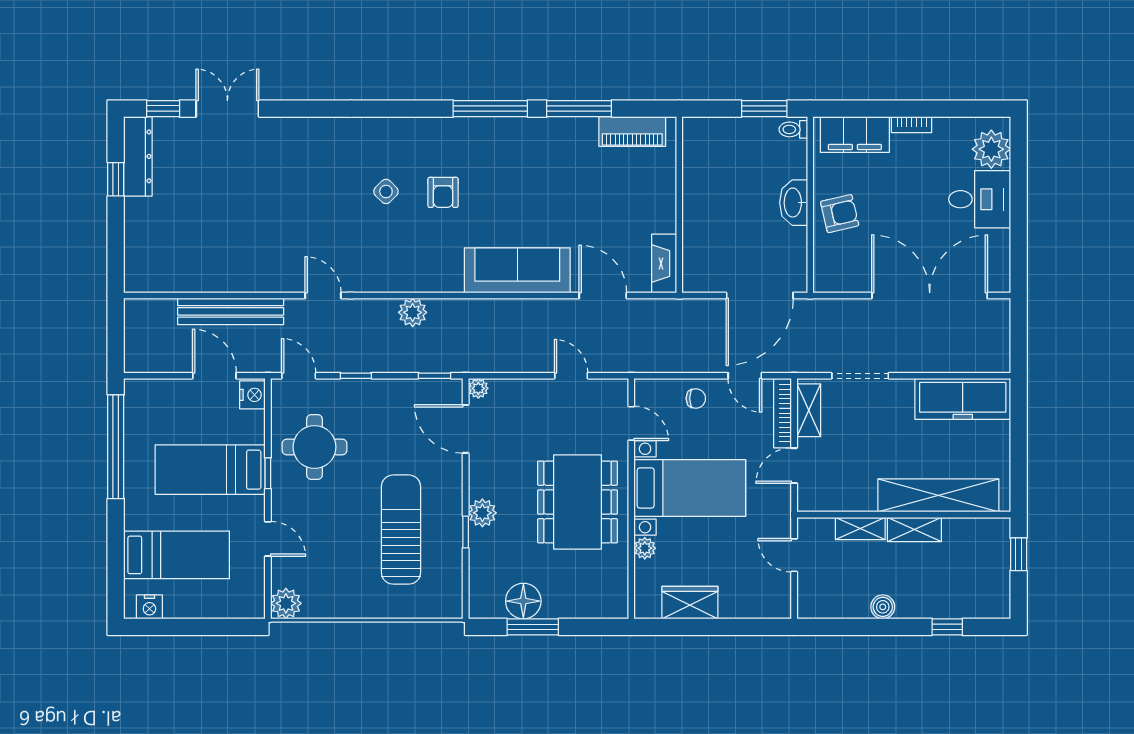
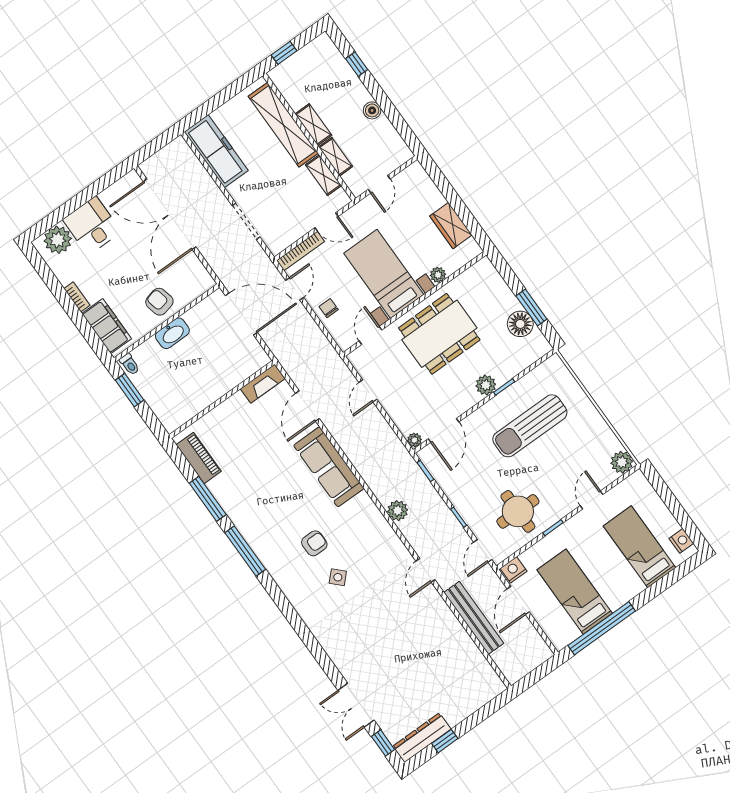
shelving: (809, 410) -> (323, 175), moved, turned 90
bed: (210, 470) -> (575, 592), moved, turned 180

